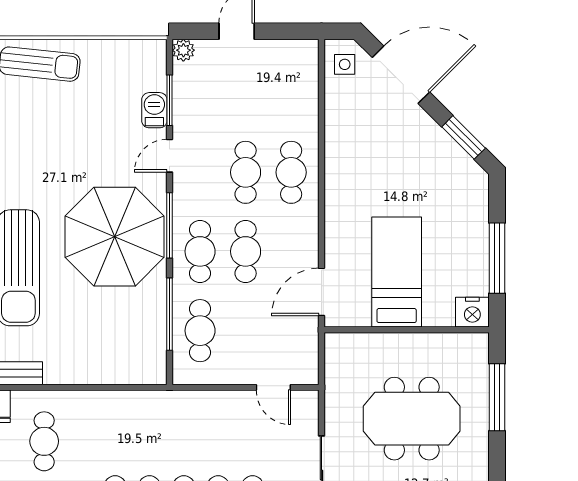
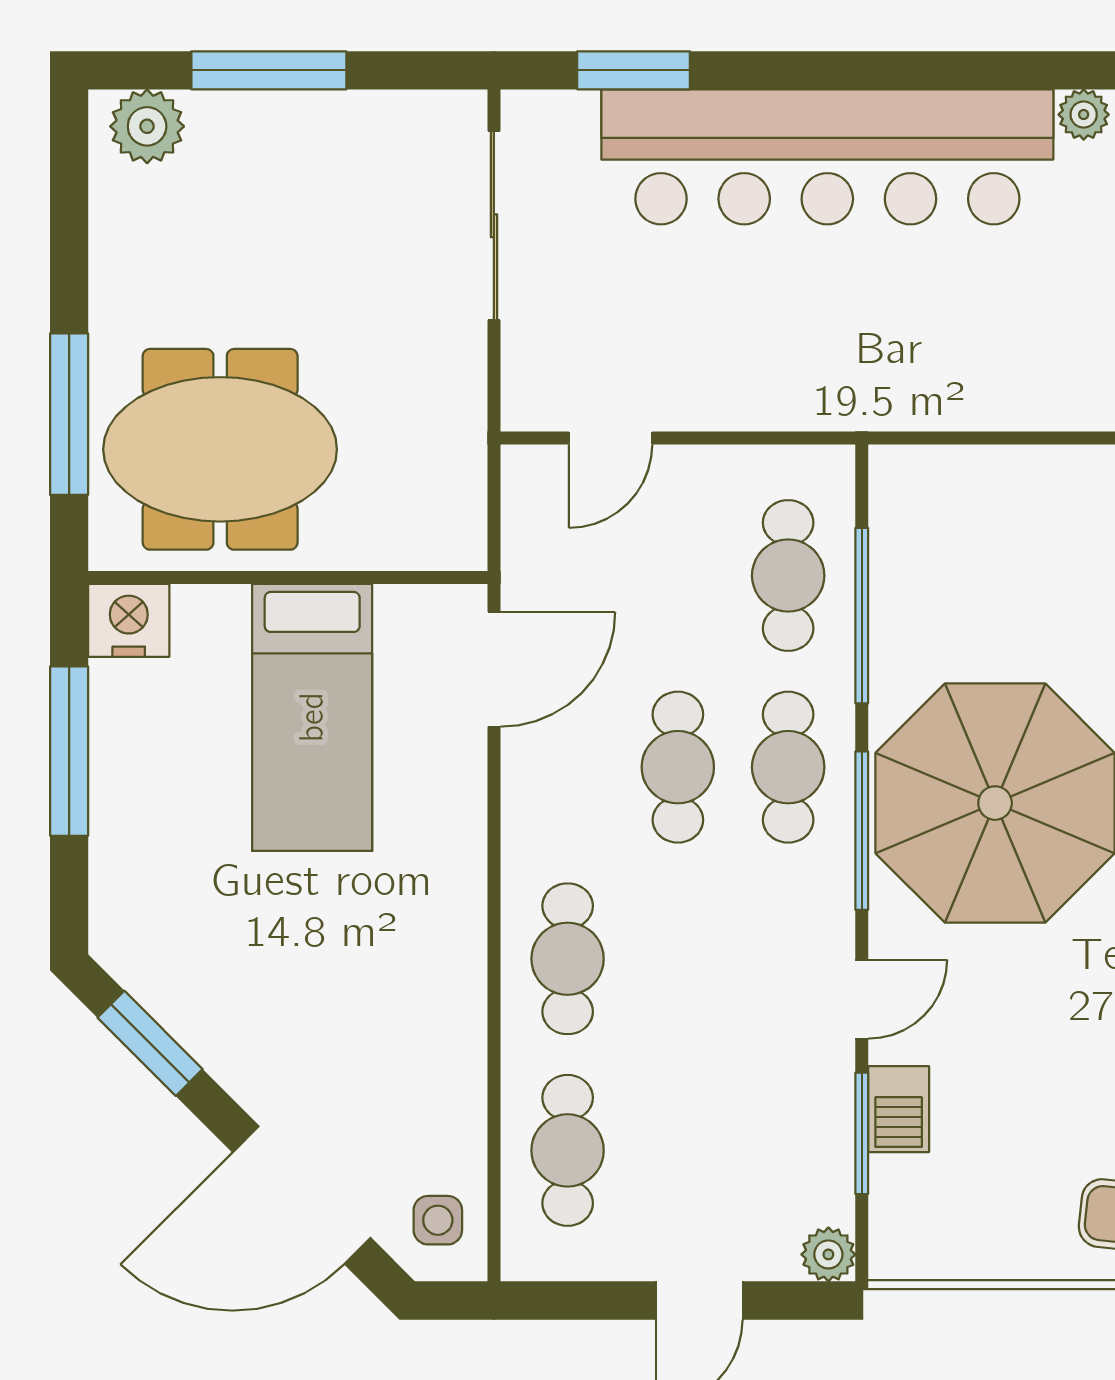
cafe table: (246, 172) -> (568, 1150), moved
door: (273, 387) -> (611, 438), swing flipped
meeting table: (412, 419) -> (220, 449), moved

